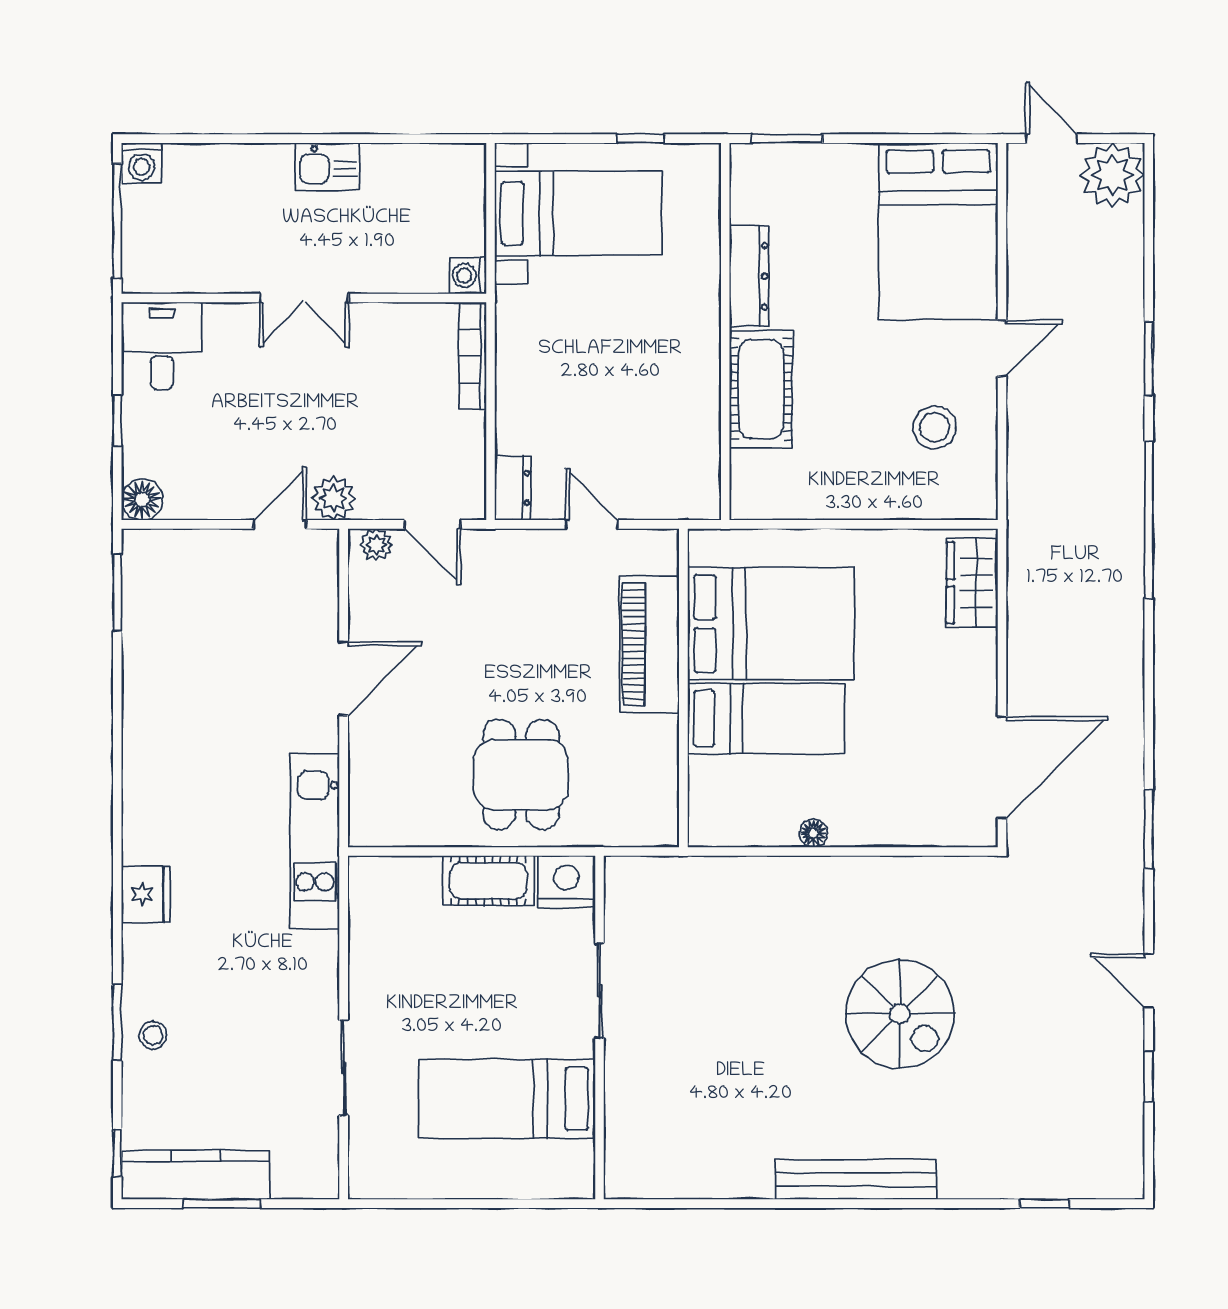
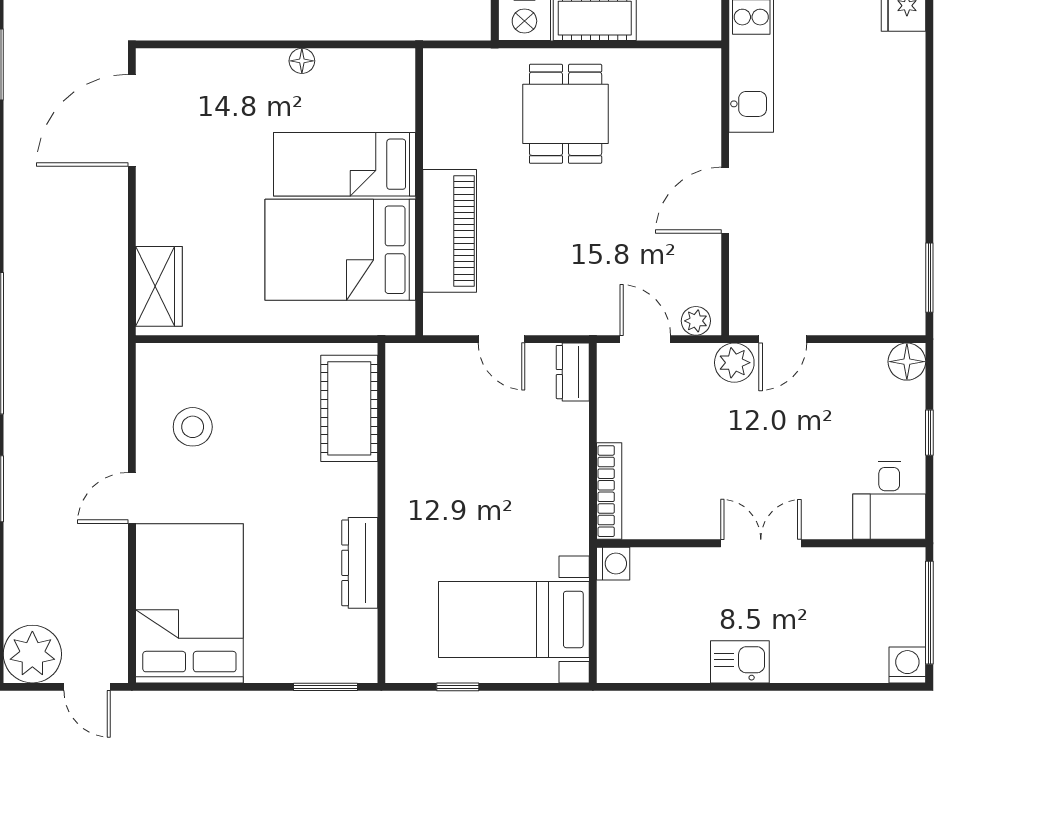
cot: (761, 389) -> (349, 408), moved

